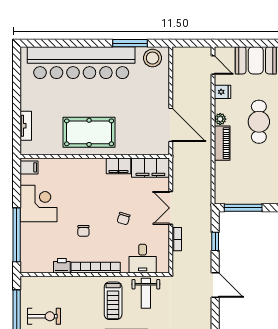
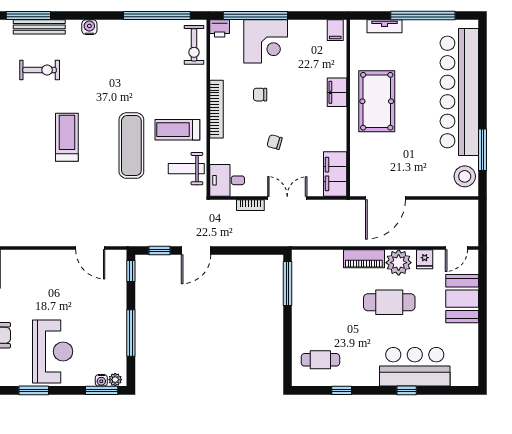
window: (17, 93) -> (423, 15), added
plant: (220, 119) -> (399, 263), width x1.88, depth x1.88
filing cabinet: (118, 166) -> (337, 92), moved
corner desk: (38, 204) -> (266, 41), moved
window: (215, 241) -> (159, 250), moved
desk: (143, 259) -> (227, 180), moved
printer: (62, 266) -> (220, 28), moved, turned 90
exercise bike: (44, 316) -> (194, 45), moved

